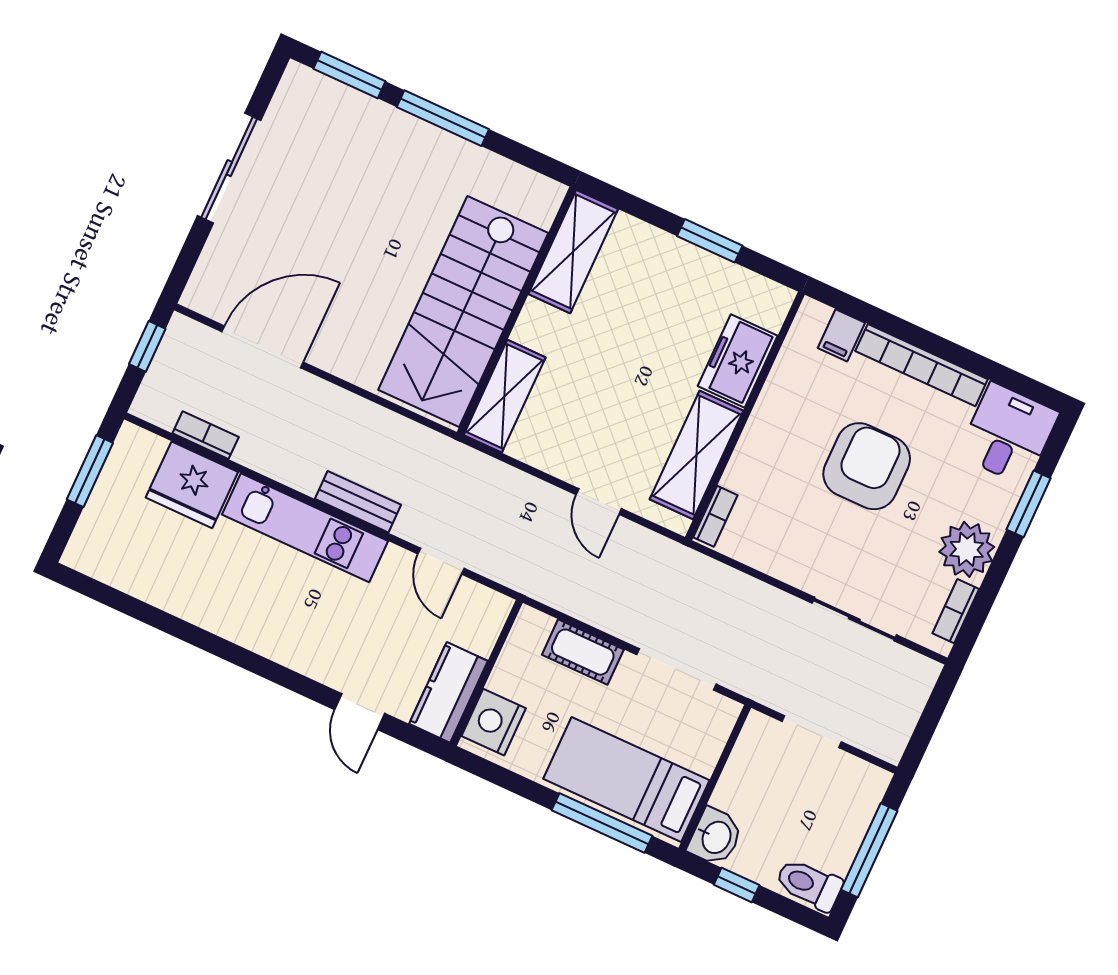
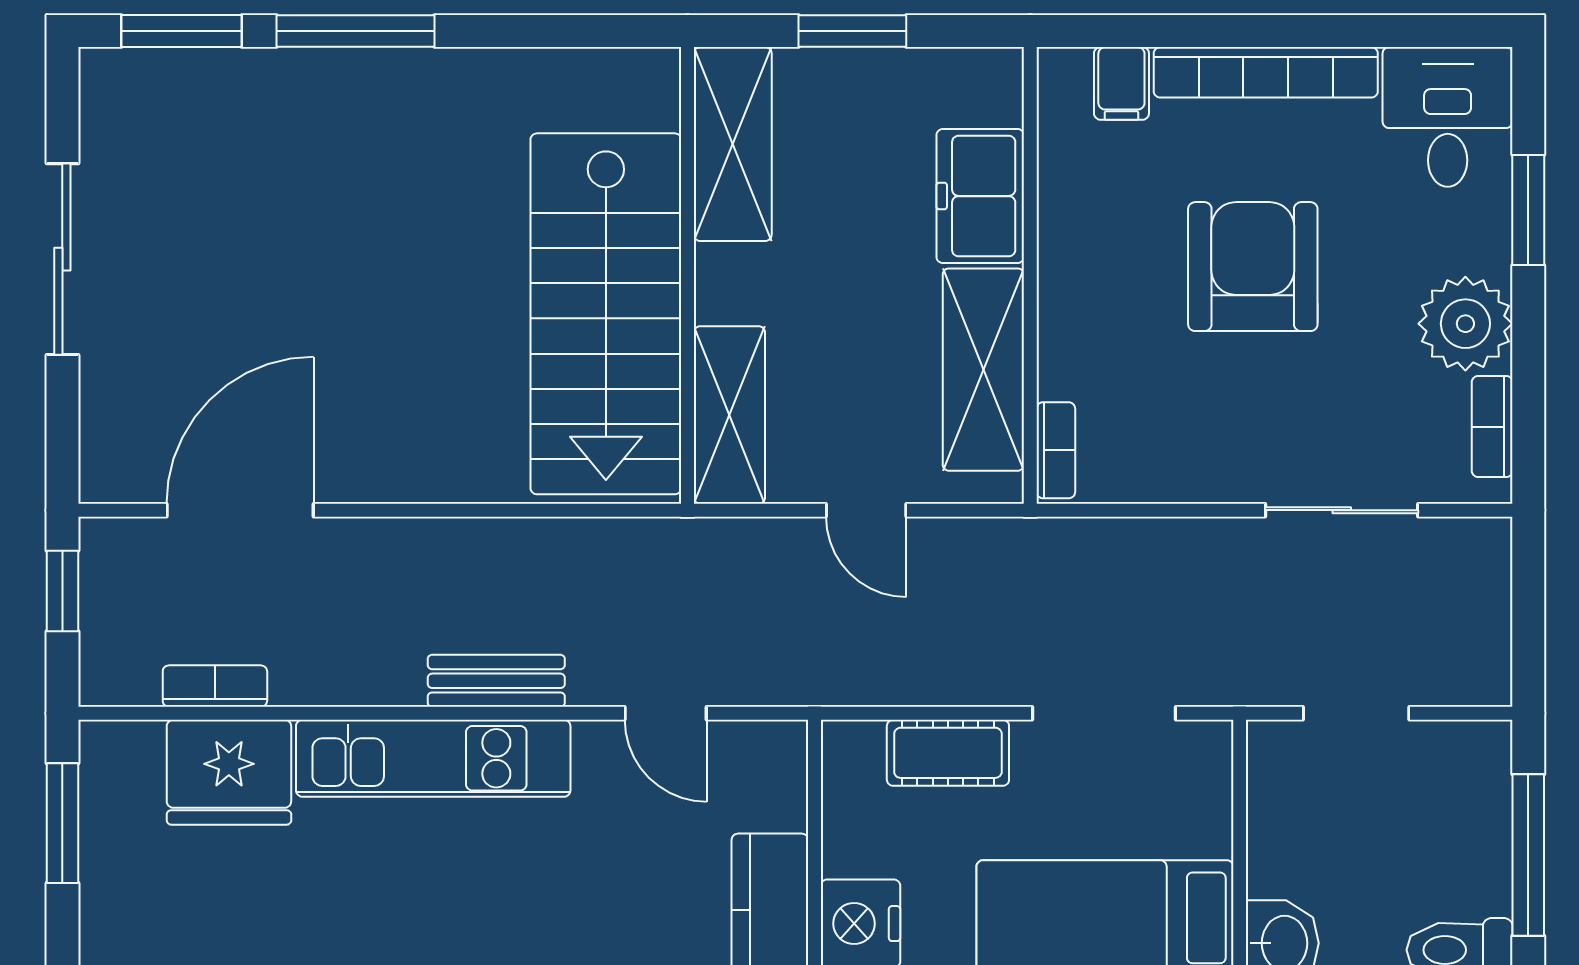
shelving: (573, 252) -> (733, 144), moved
stairs: (463, 311) -> (606, 314), moved
wall: (517, 311) -> (688, 275), moved
shelving: (505, 396) -> (729, 415), moved

